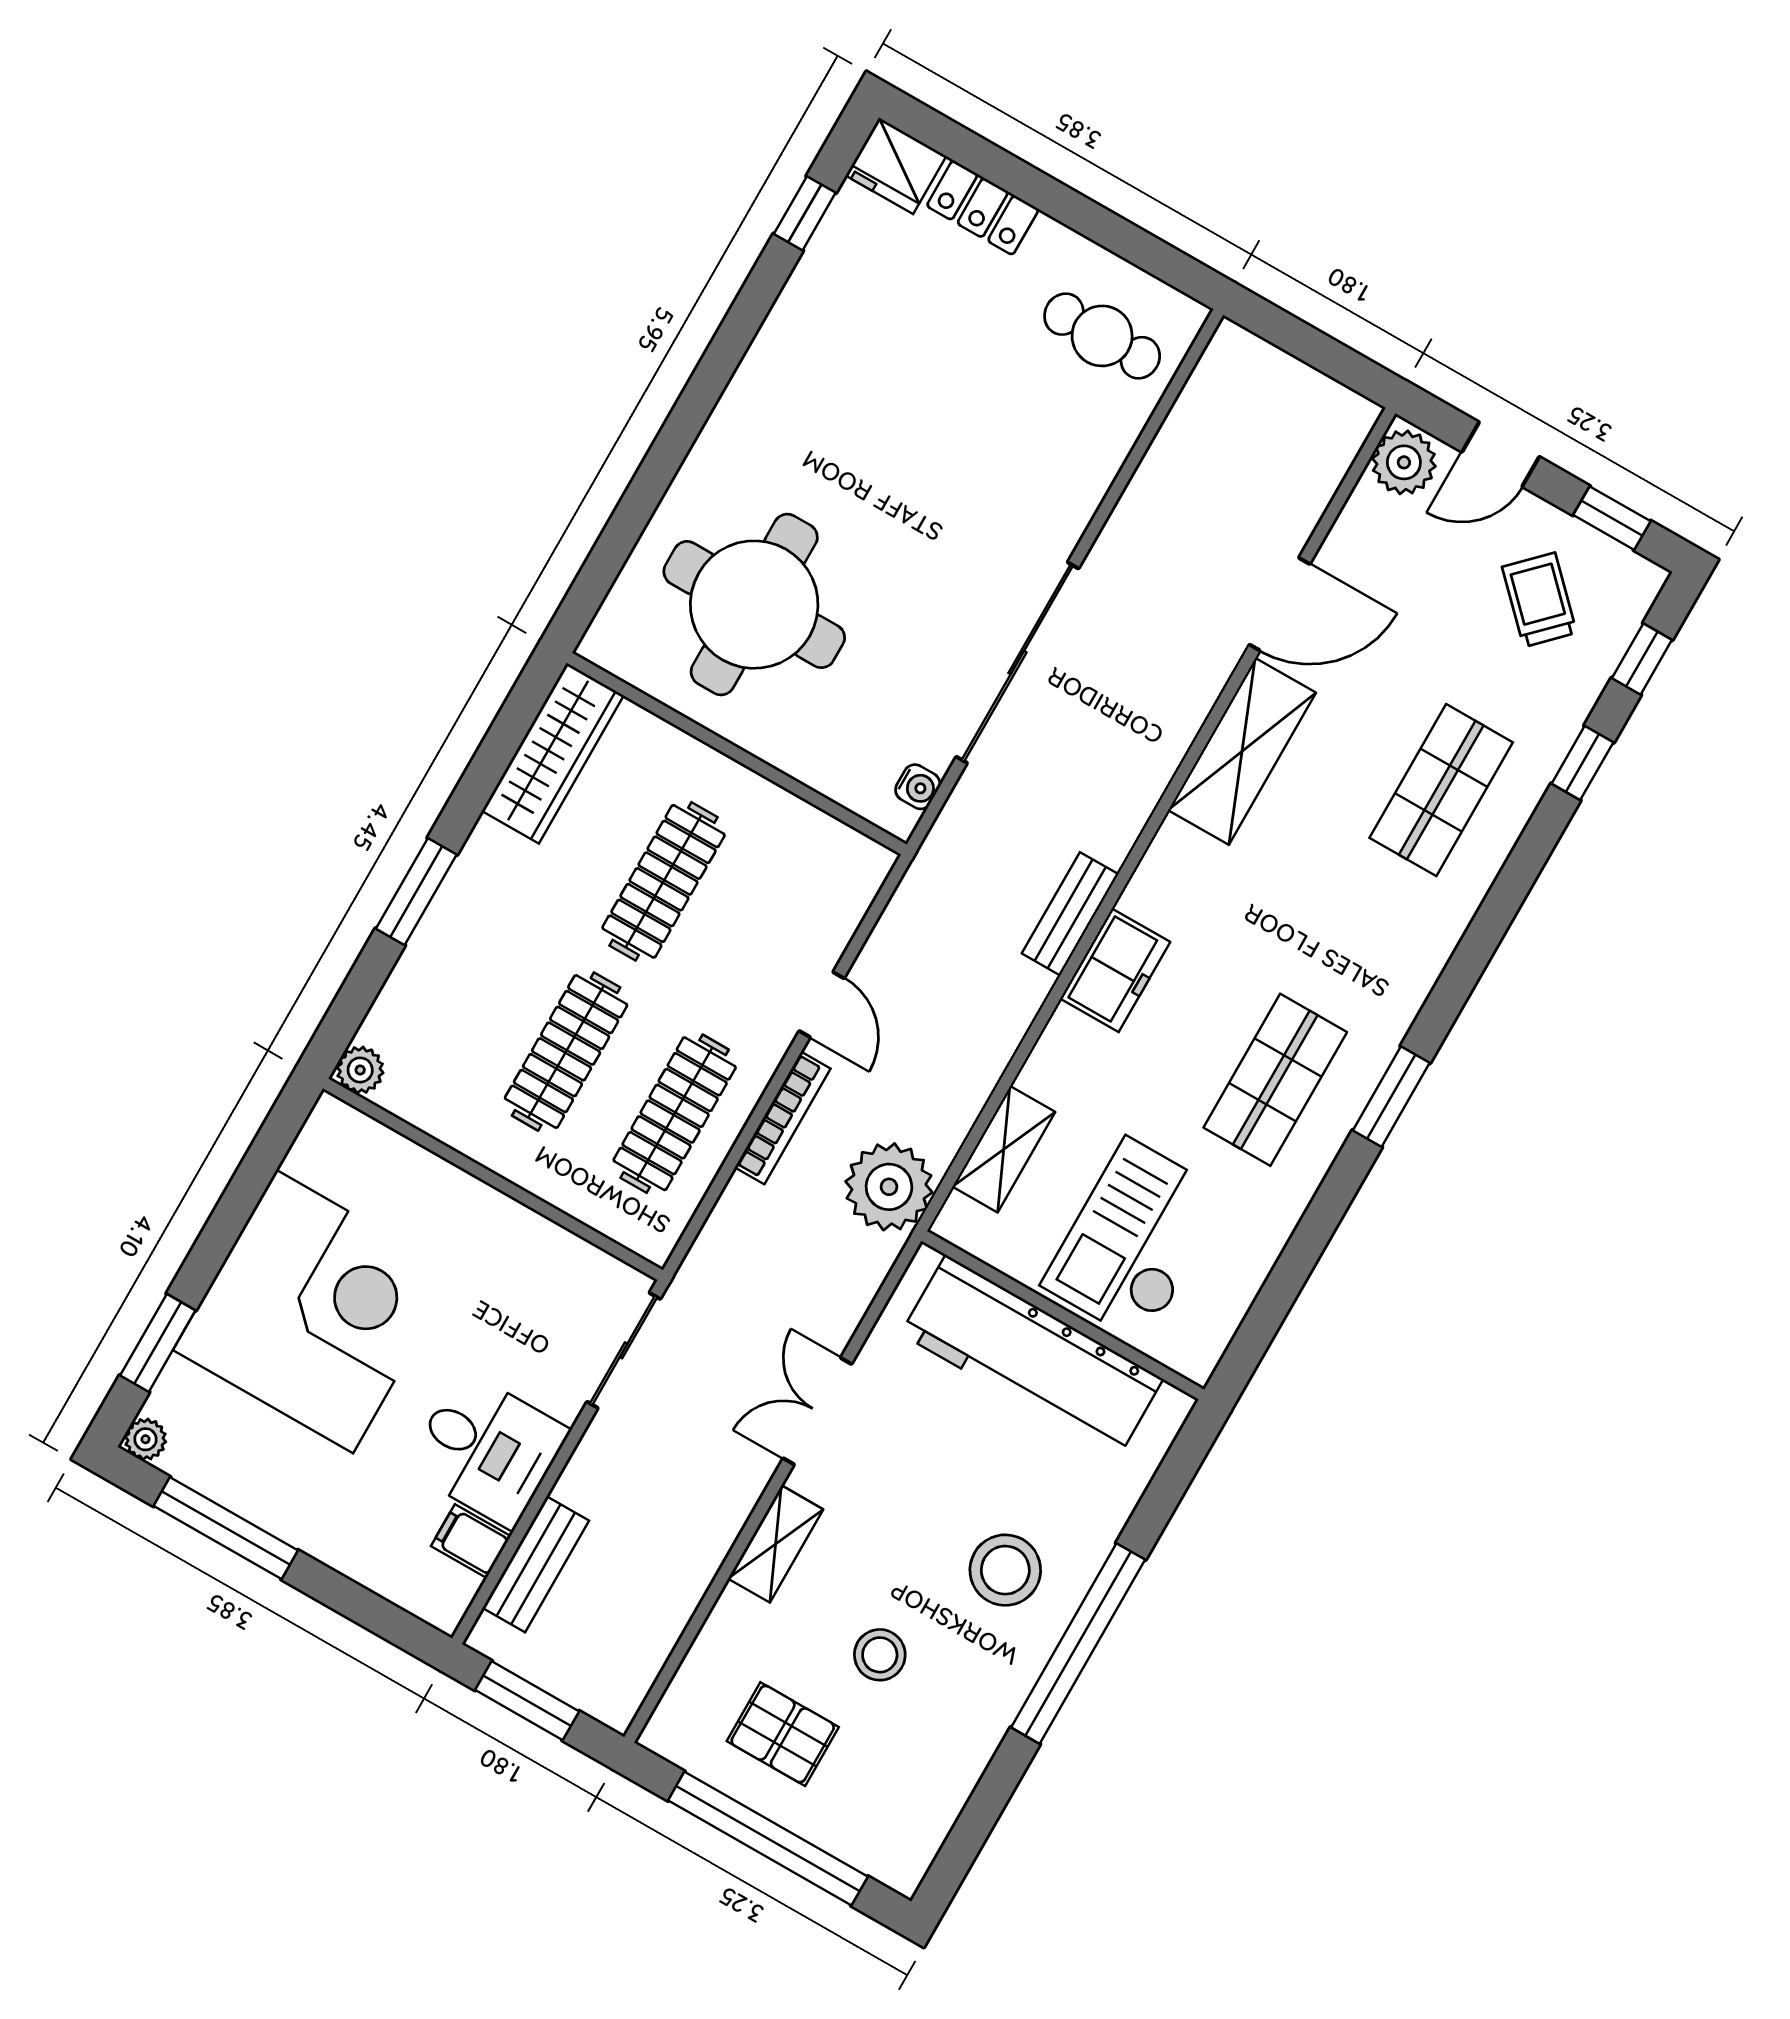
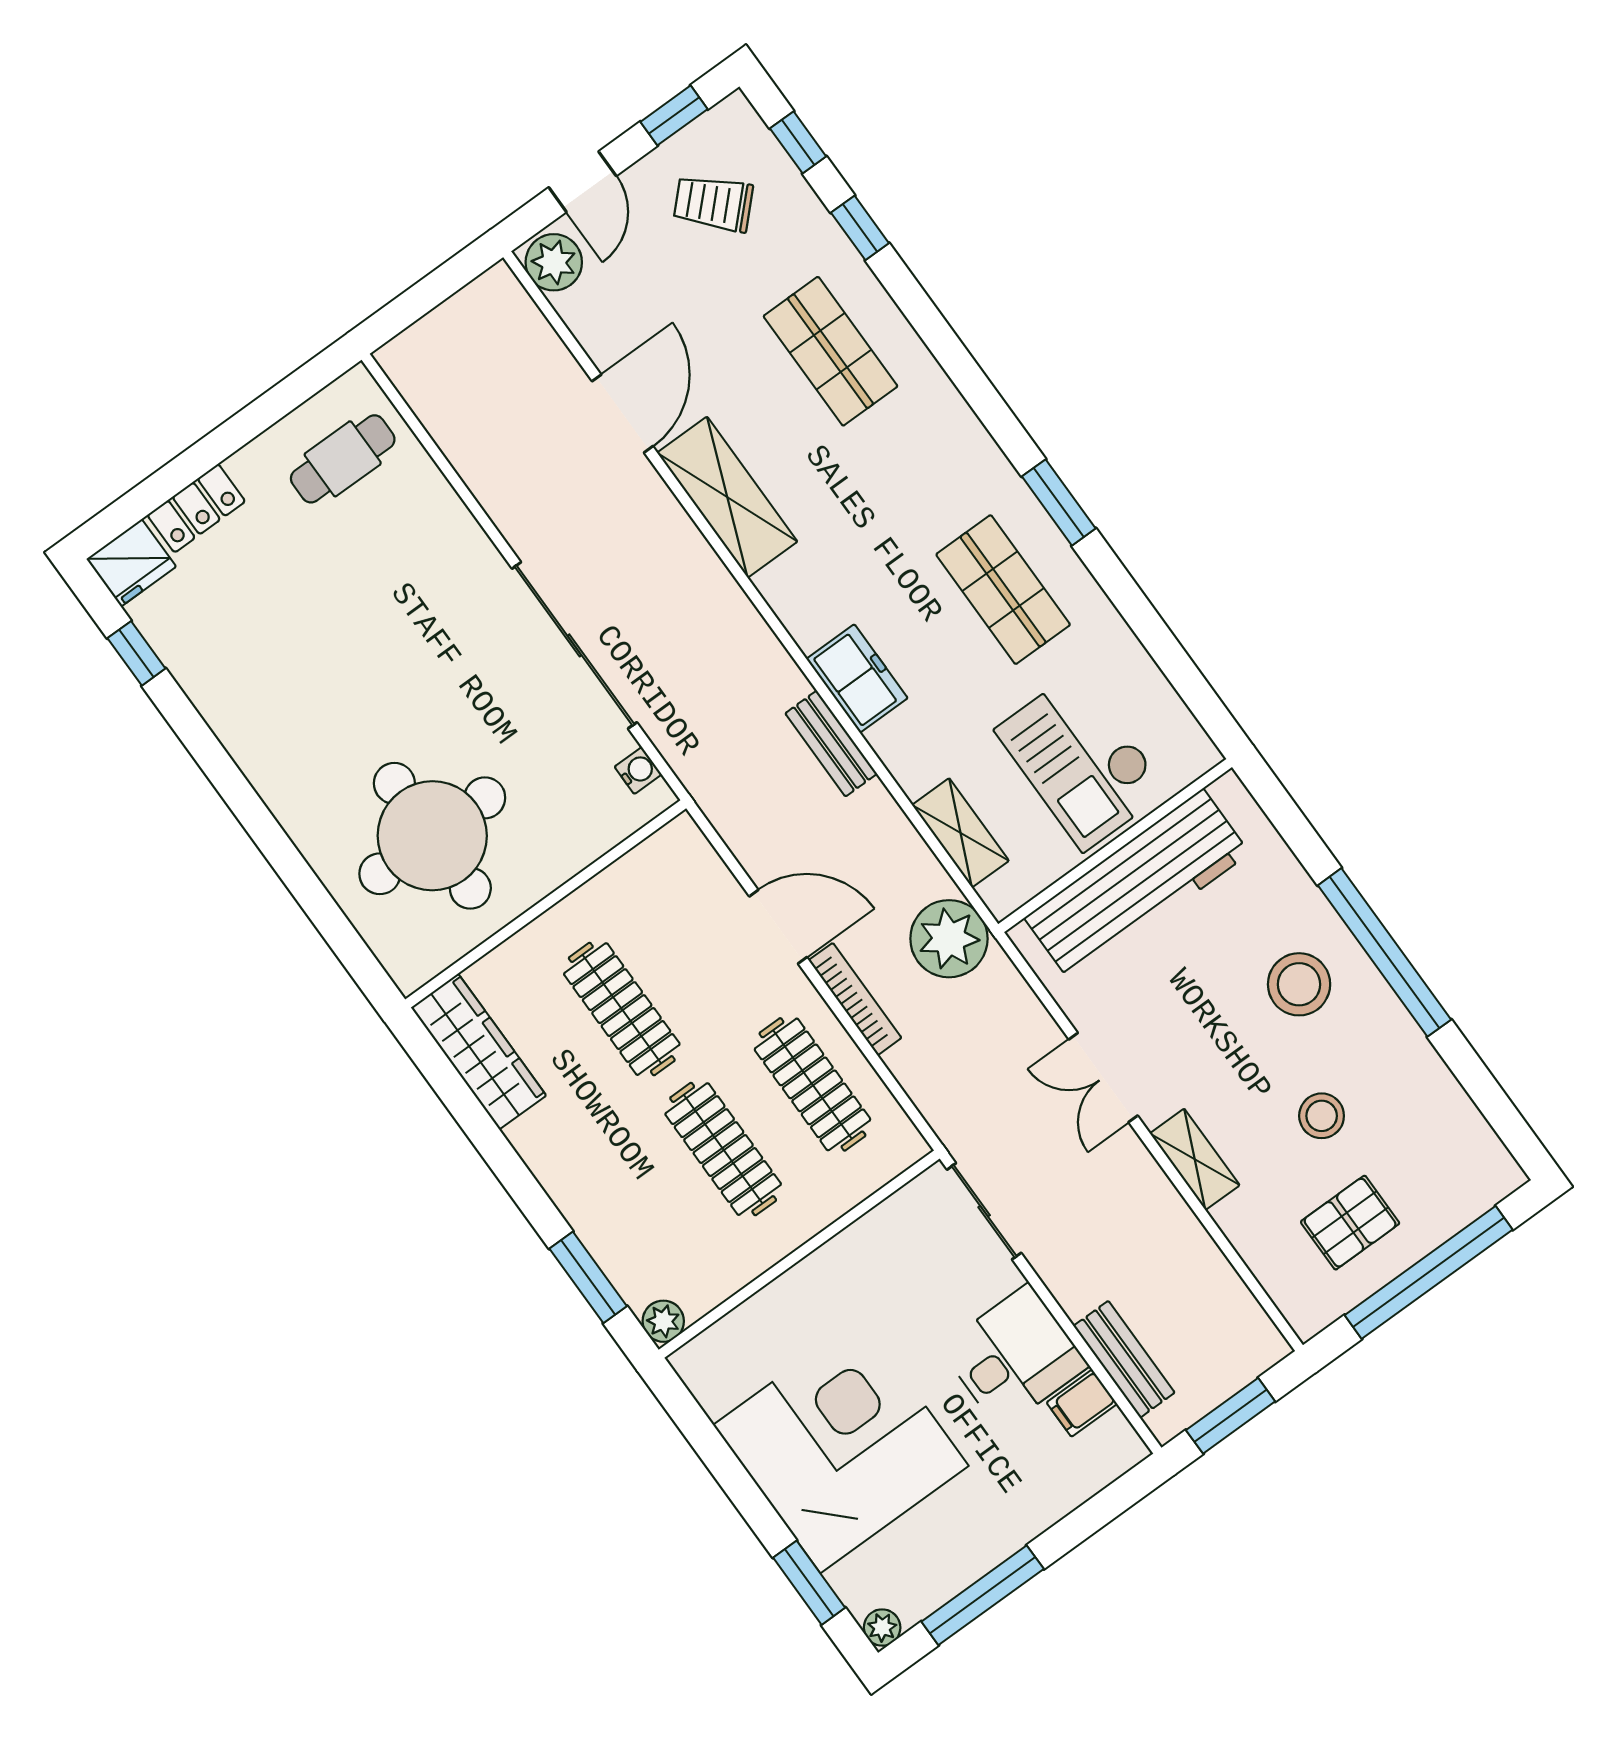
window: (416, 892) -> (588, 1277), moved
bench: (1070, 914) -> (831, 744), moved
door: (822, 1005) -> (778, 927), width x1.38

